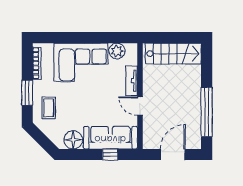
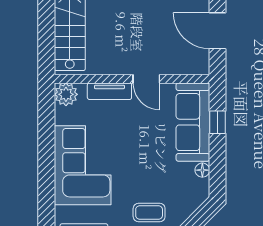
plant: (117, 51) -> (66, 94), moved
door: (140, 106) -> (146, 79), hinge flipped
floor lamp: (73, 140) -> (202, 170), width x0.53, depth x0.53

